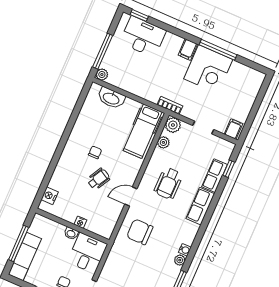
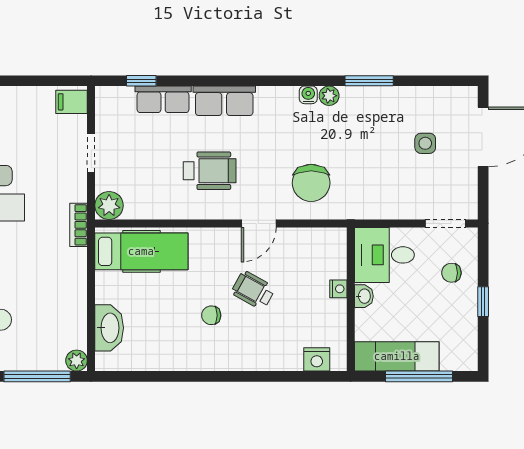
plant: (163, 142) -> (145, 209), removed
door: (131, 196) -> (259, 223), hinge flipped
exam couch: (25, 256) -> (397, 356), moved

